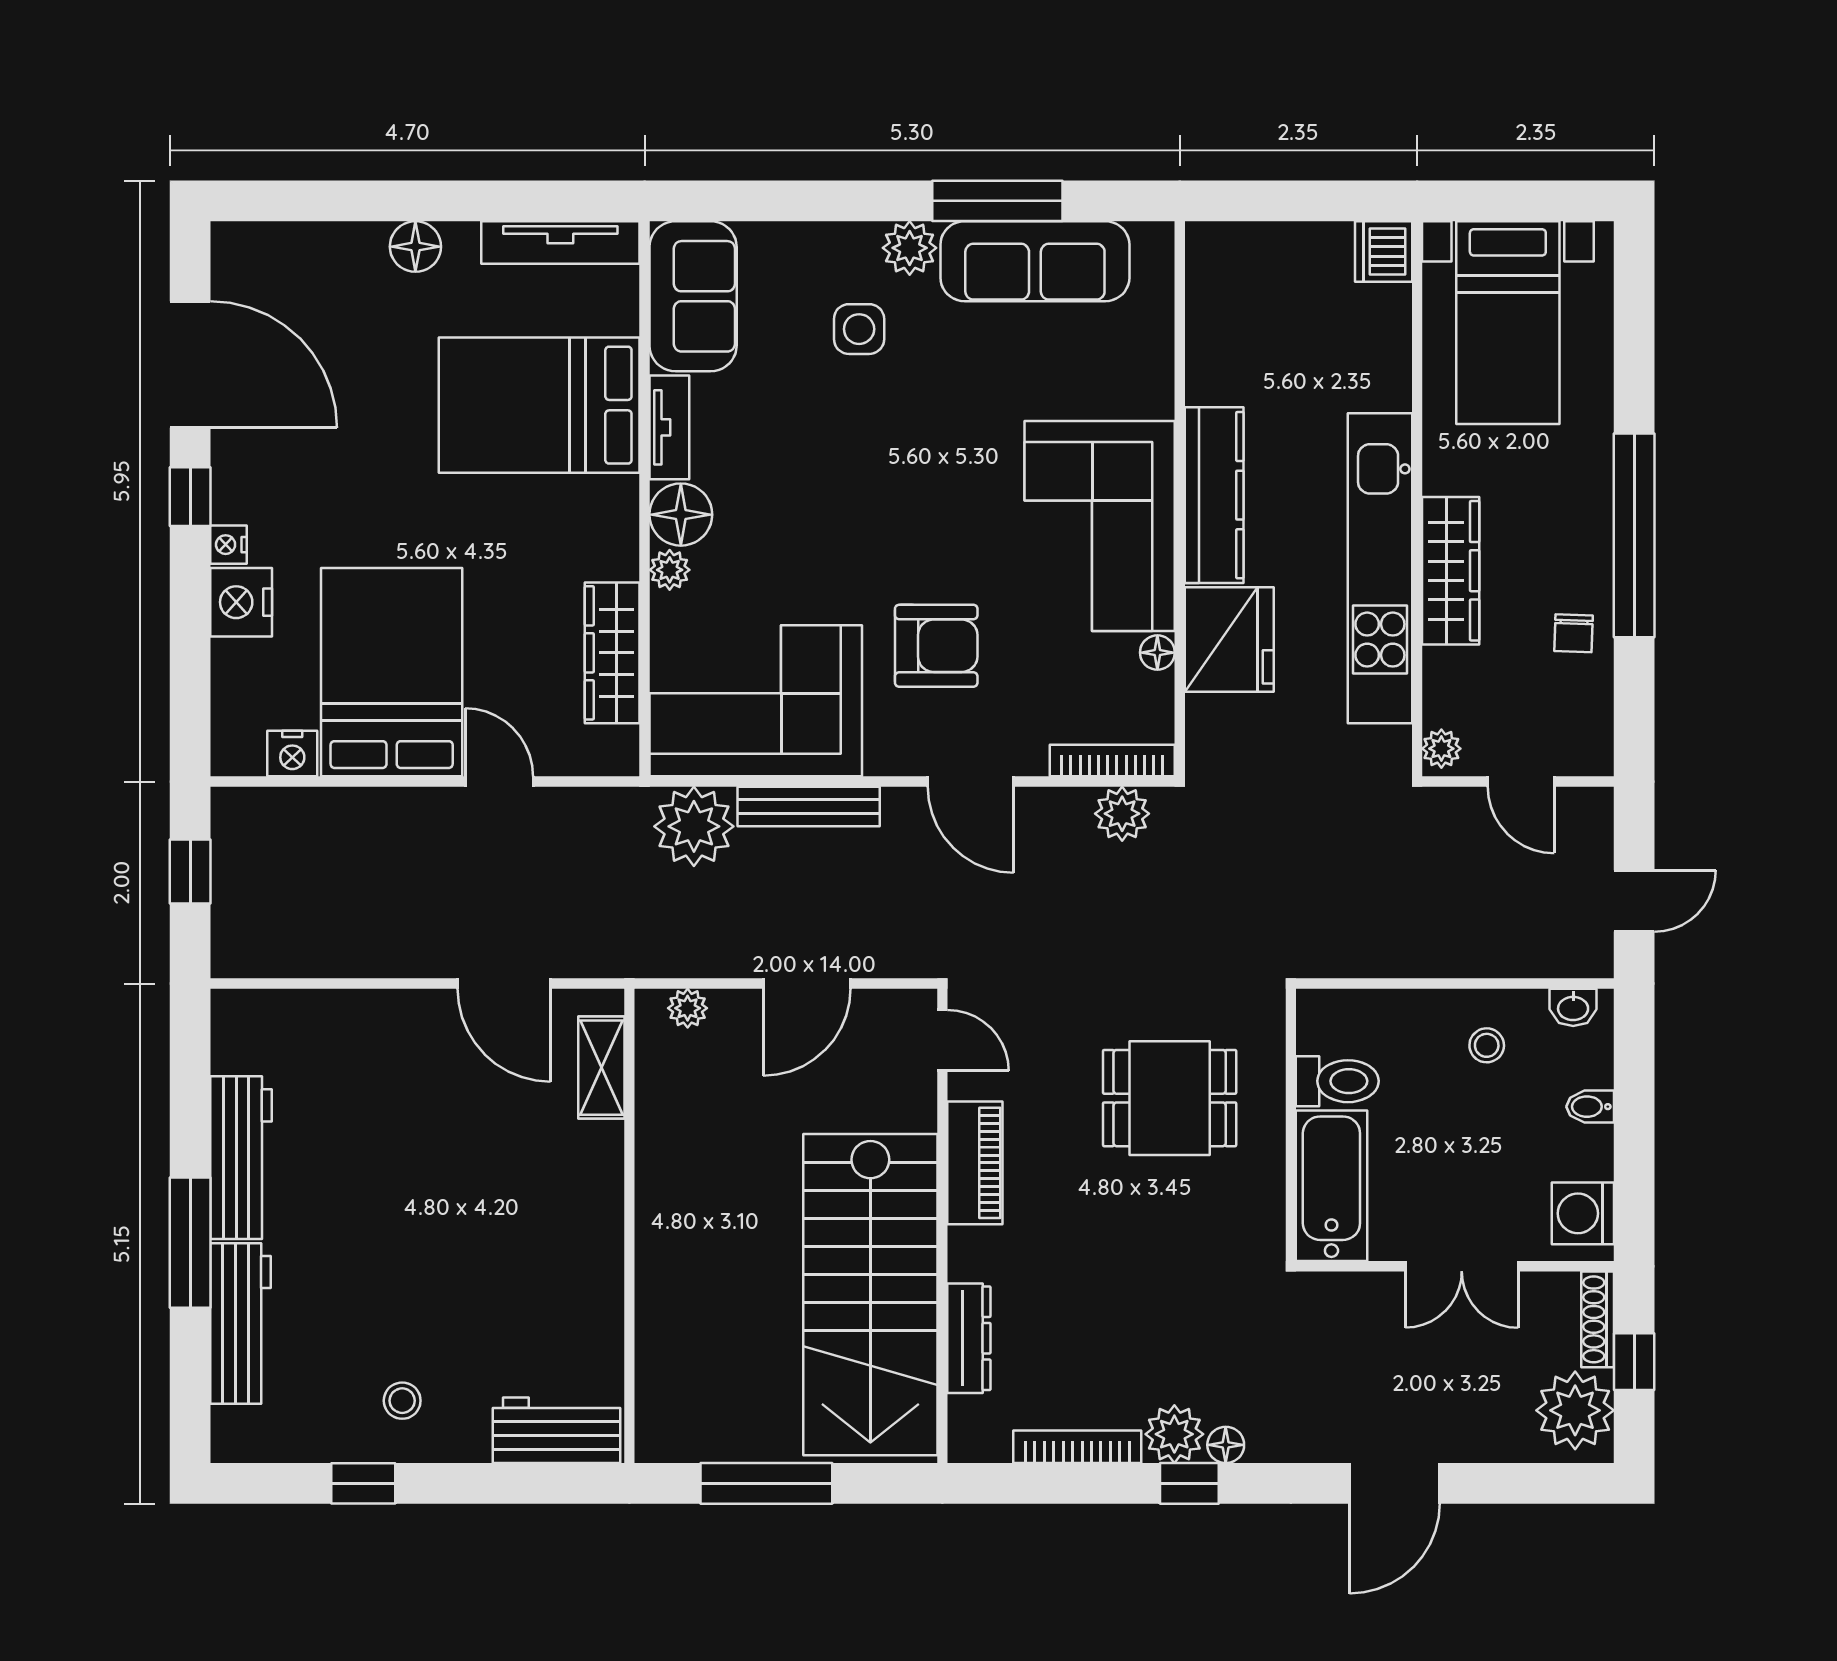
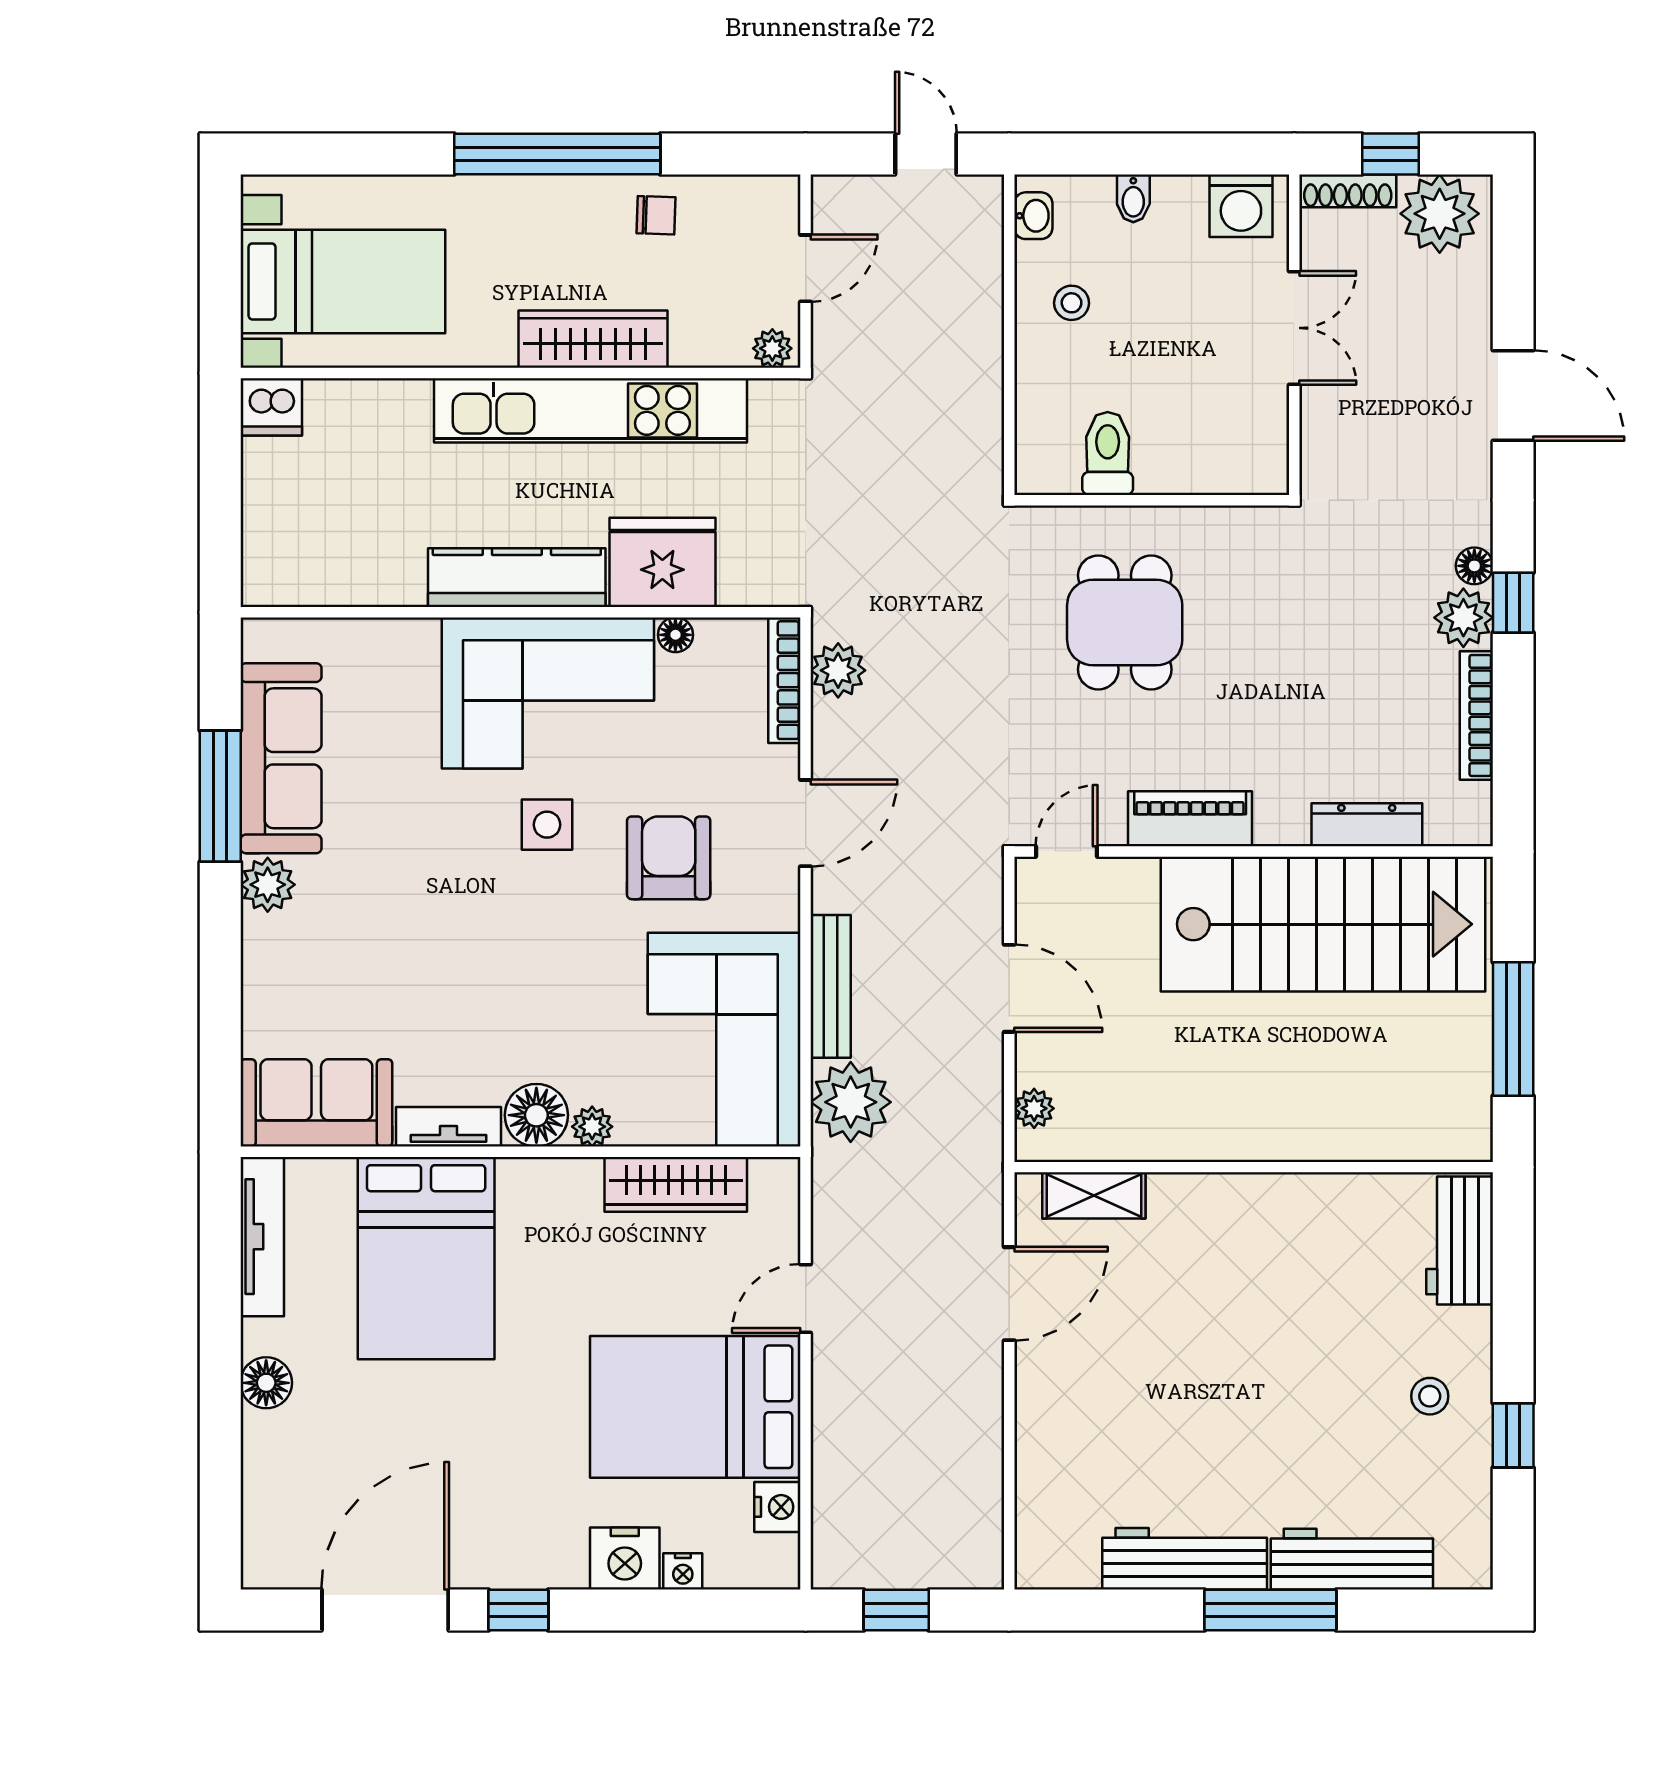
side table: (859, 329) -> (547, 825), moved
nightstand: (228, 545) -> (683, 1571), moved
bathtub: (1331, 1186) -> (1213, 459), removed

